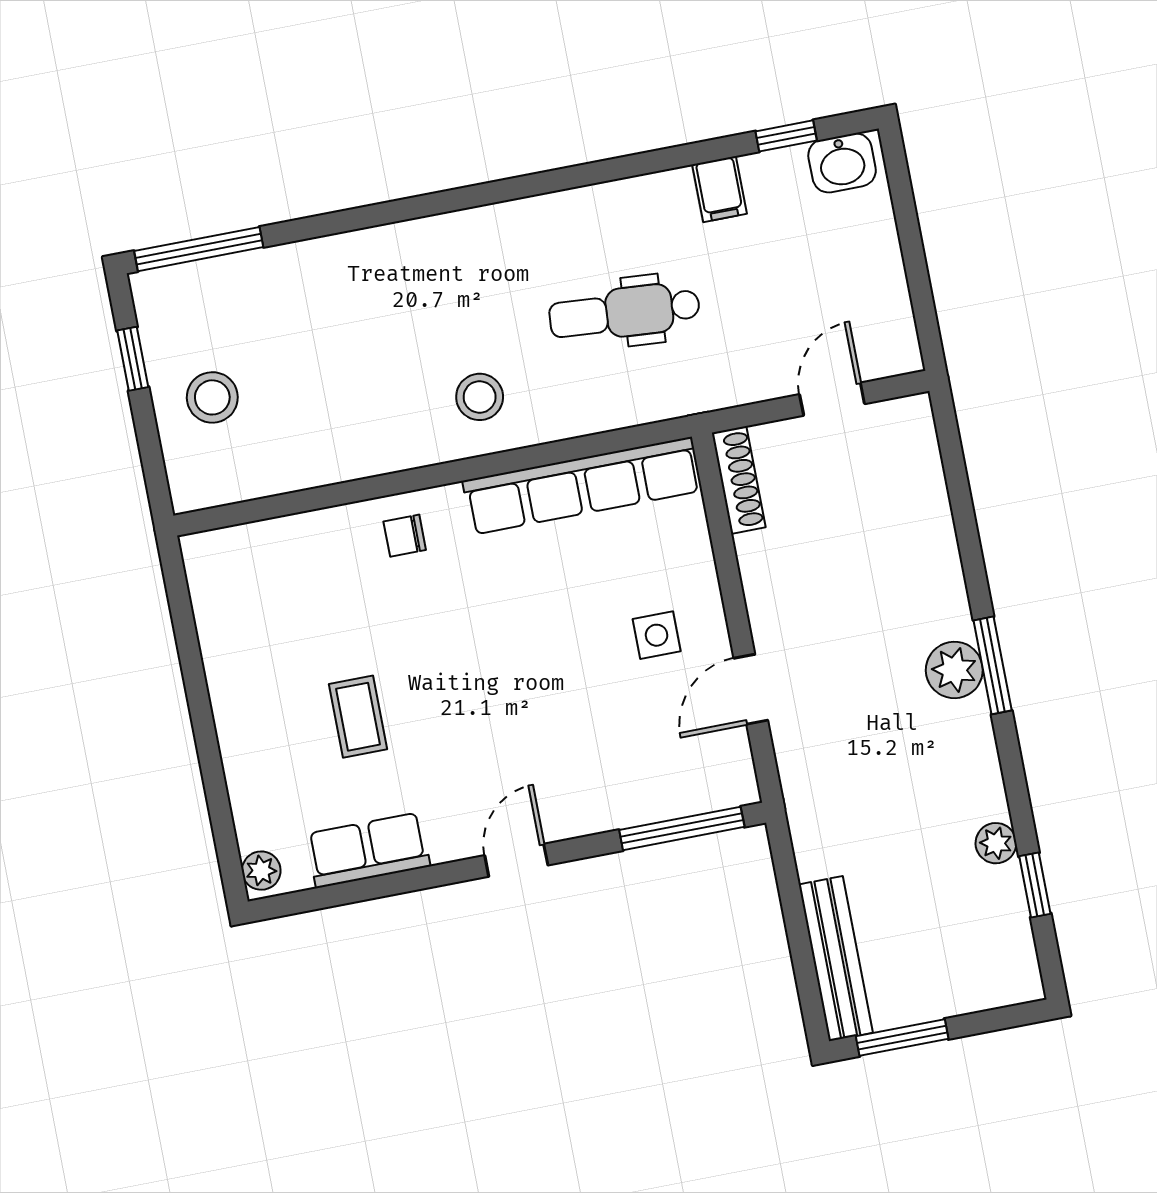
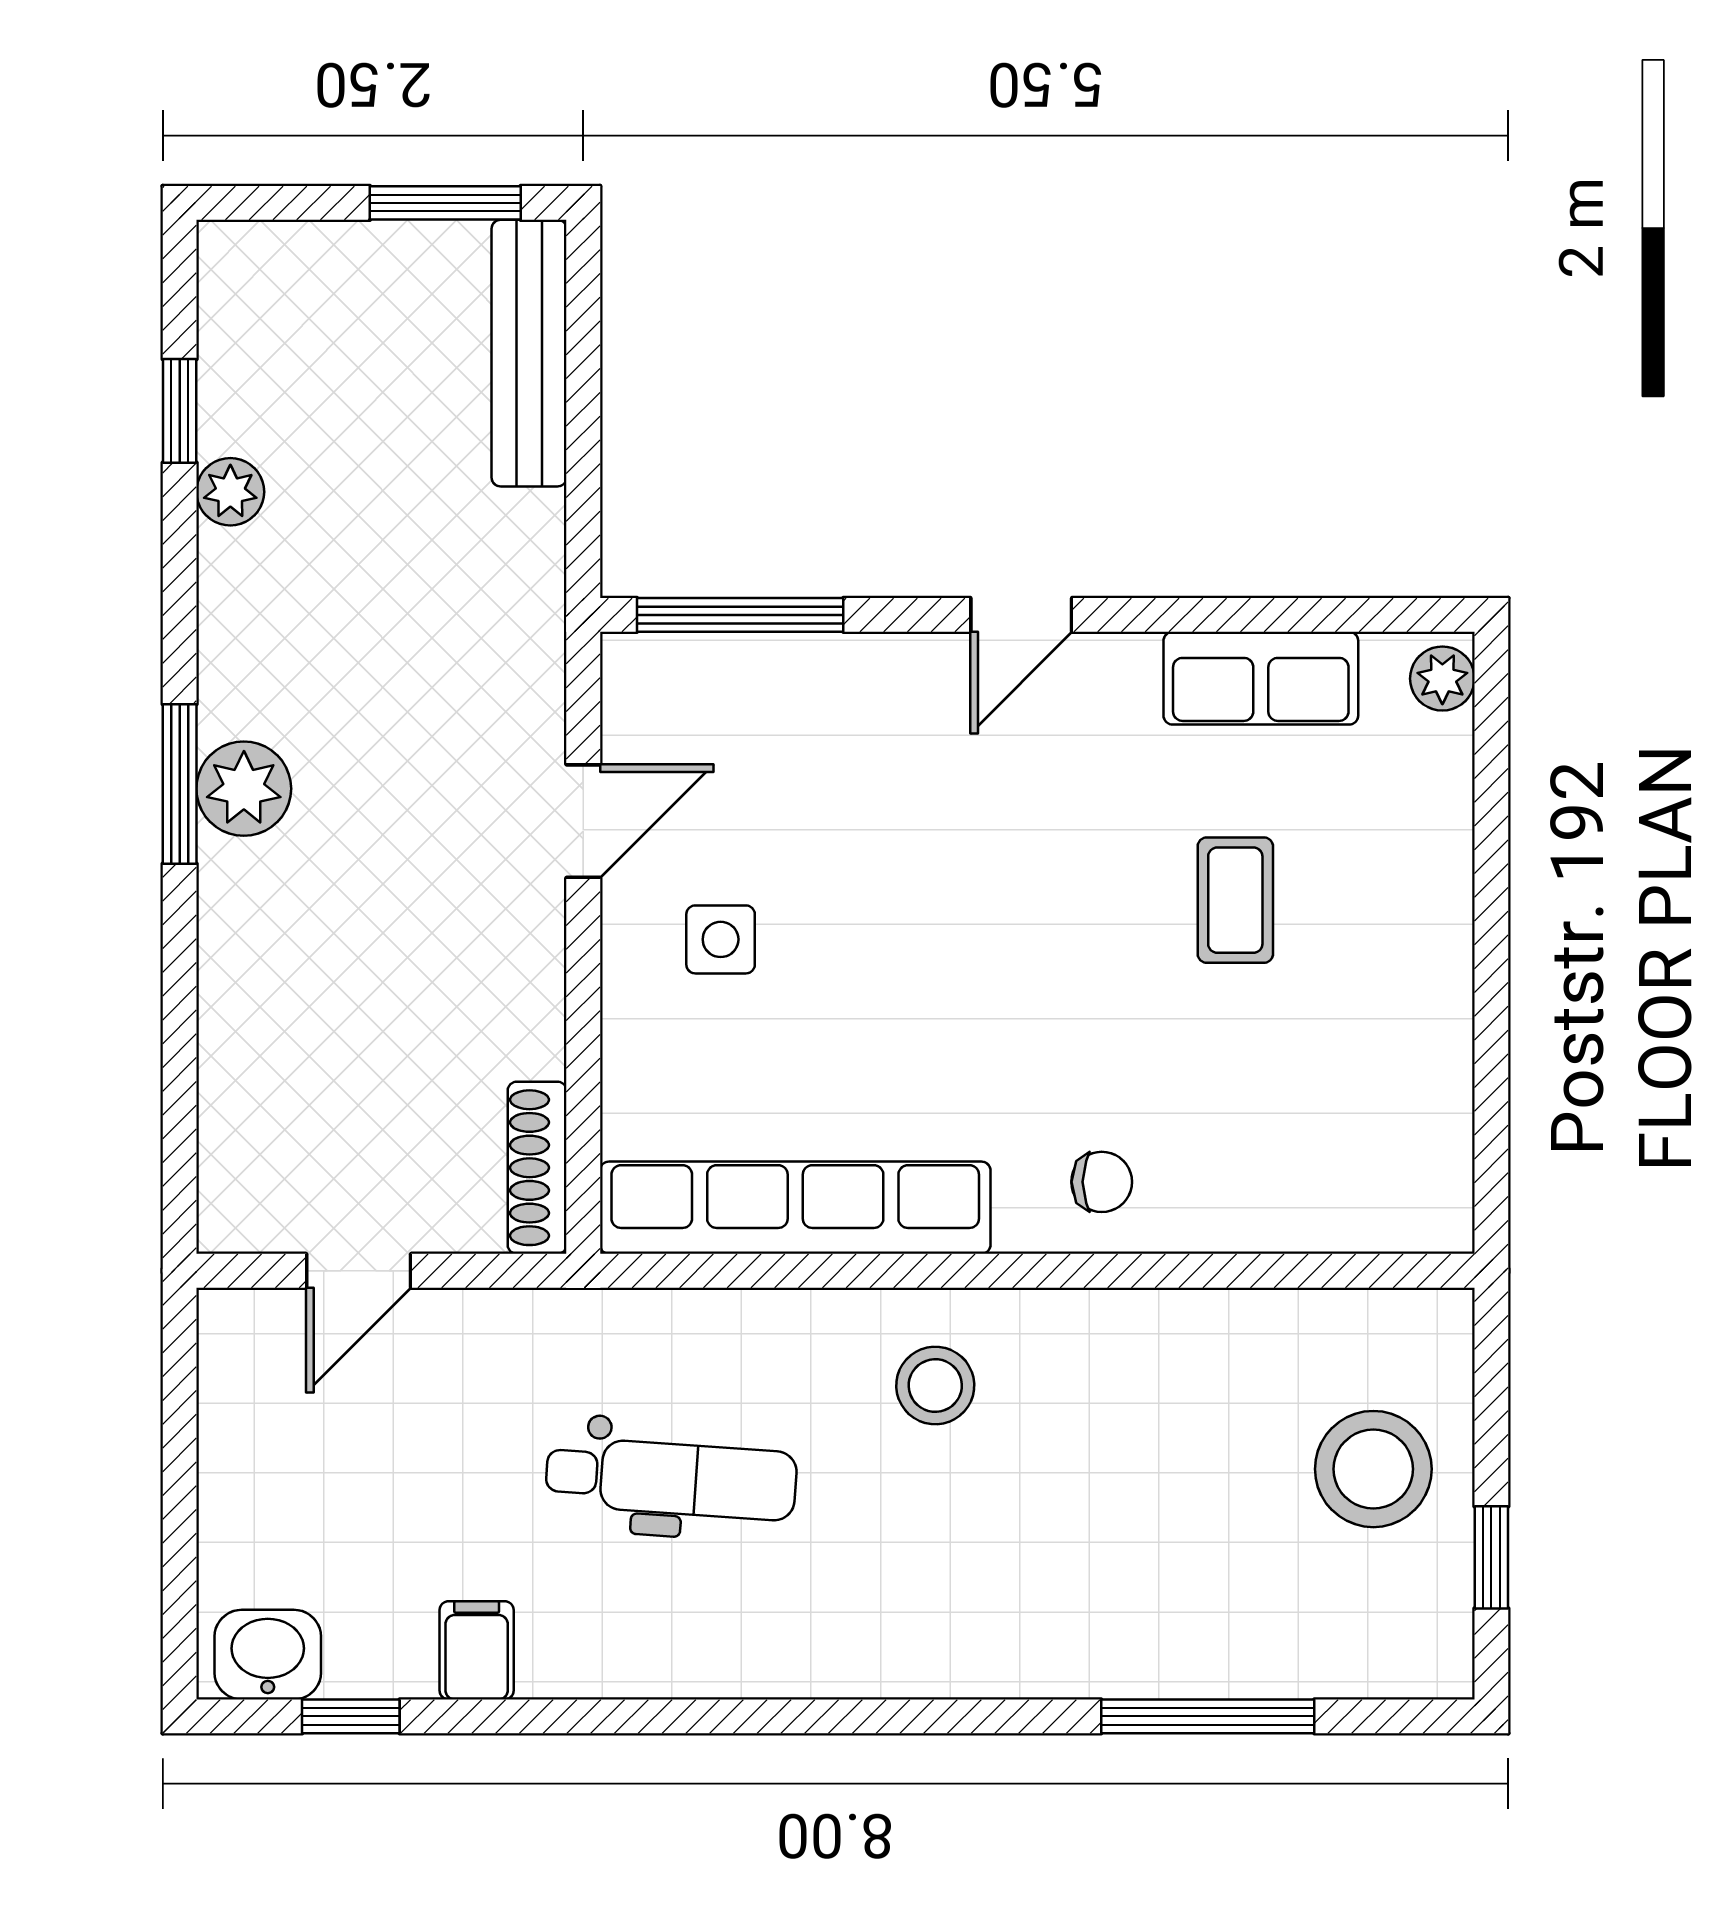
window: (199, 249) -> (1208, 1716), moved
stool: (212, 397) -> (1373, 1469), width x1.38, depth x1.38

